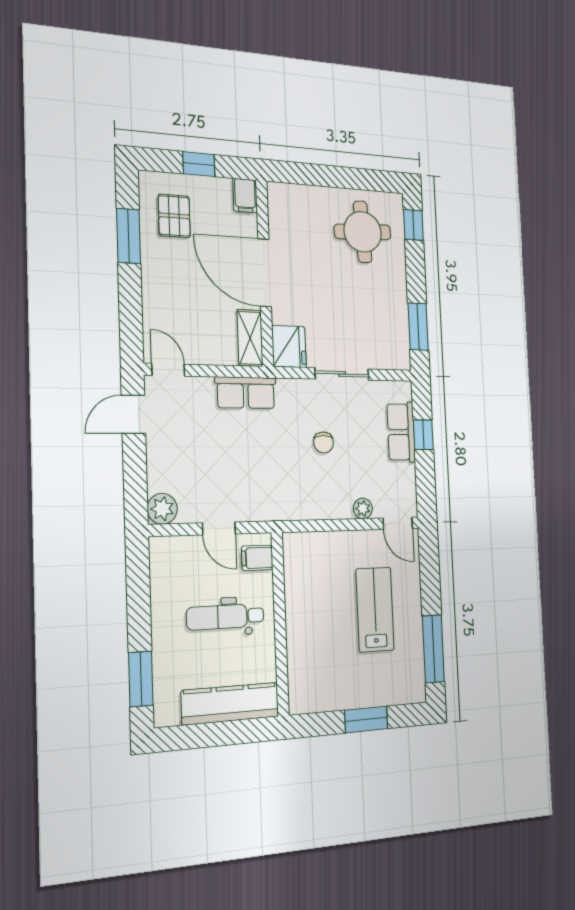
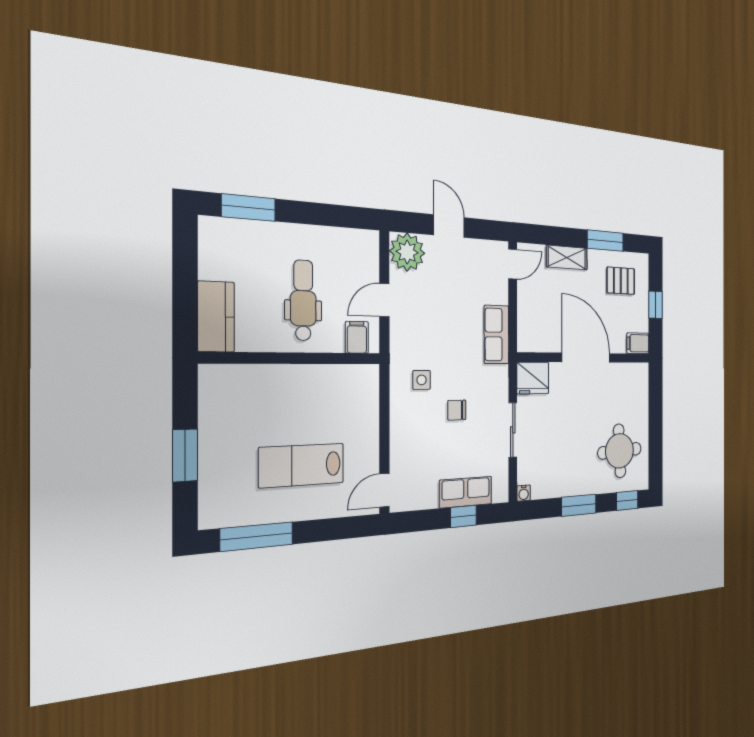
door: (265, 273) -> (586, 358), hinge flipped
window: (418, 327) -> (579, 505), moved
shelving: (250, 338) -> (567, 257), moved
water cooler: (403, 362) -> (524, 493), added
door: (133, 414) -> (449, 226), moved
side table: (295, 484) -> (422, 380), added
plant: (363, 508) -> (399, 451), removed
plant: (162, 509) -> (407, 252), width x1.36, depth x1.36
lab bench: (375, 610) -> (302, 465), turned 180
kitchen counter: (230, 704) -> (216, 317), width x0.67

